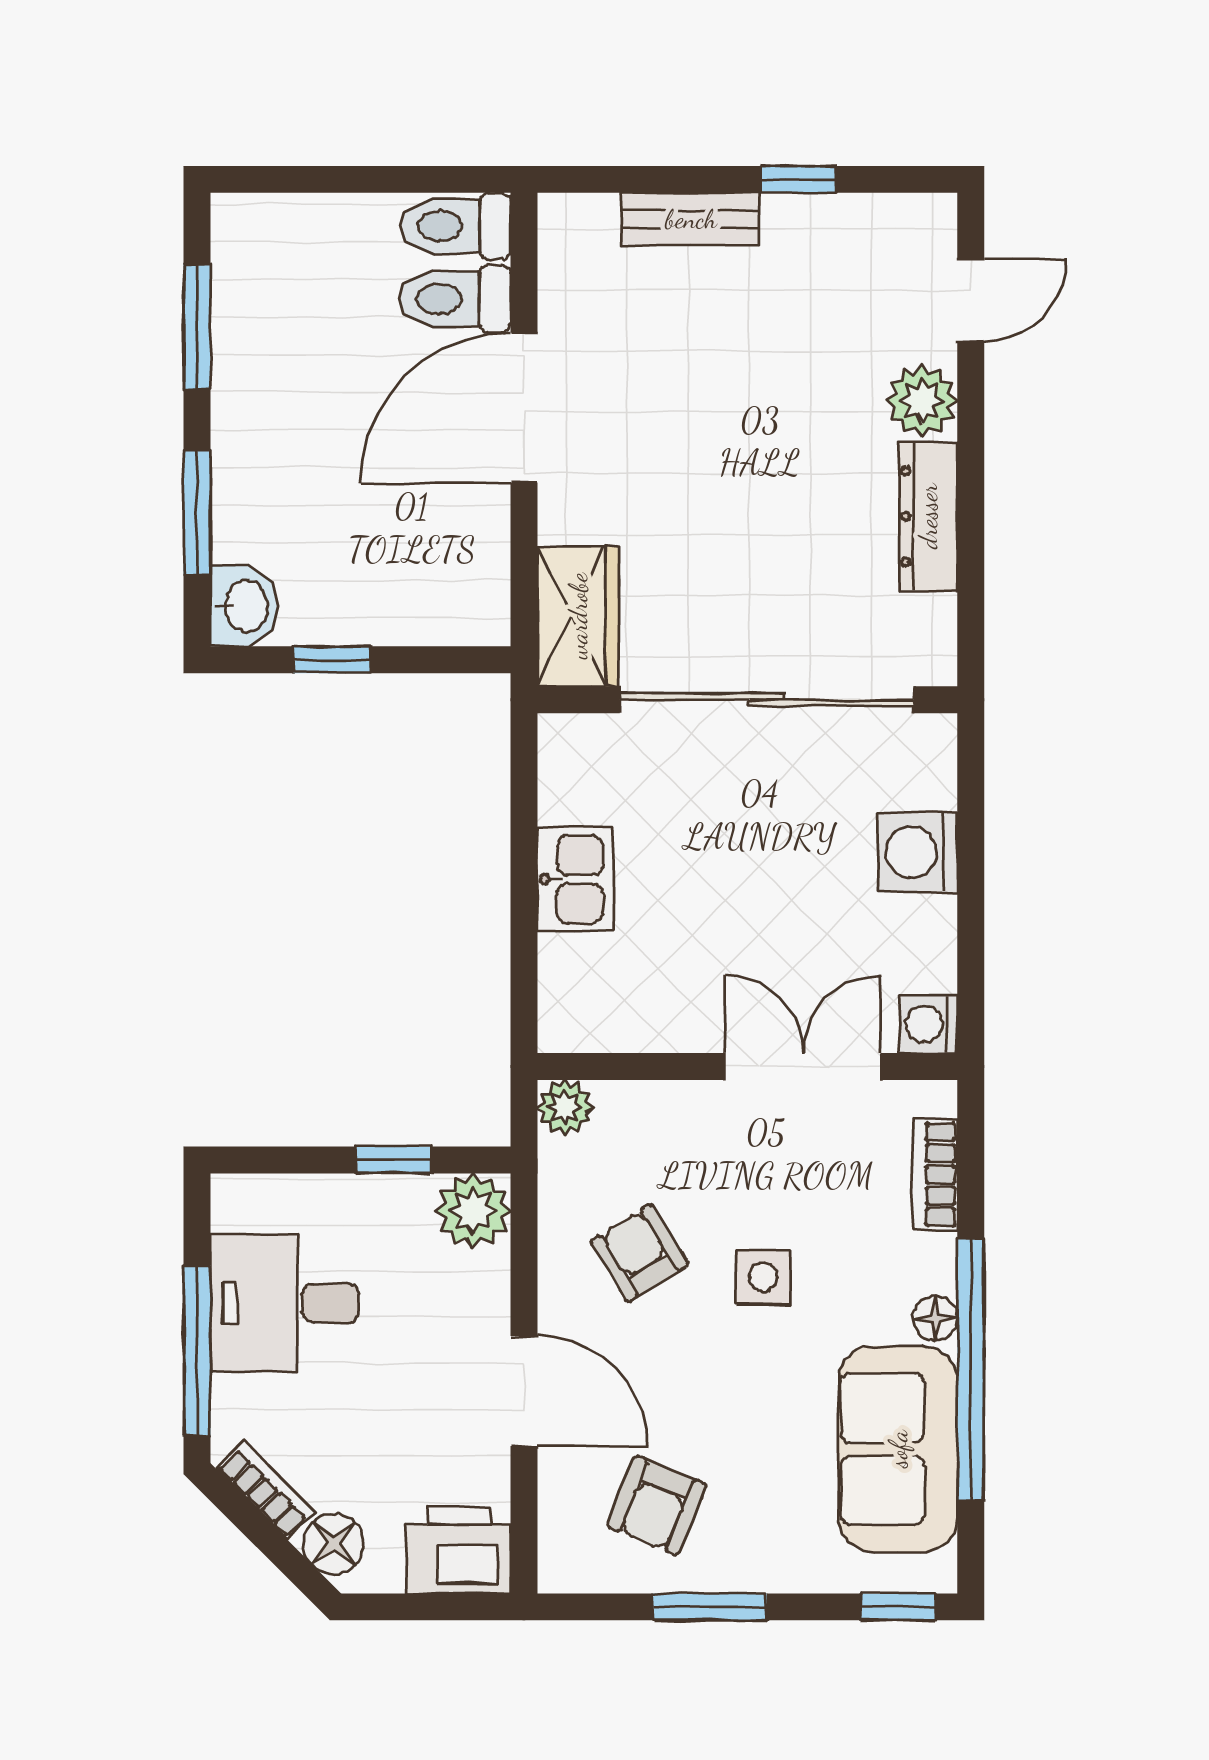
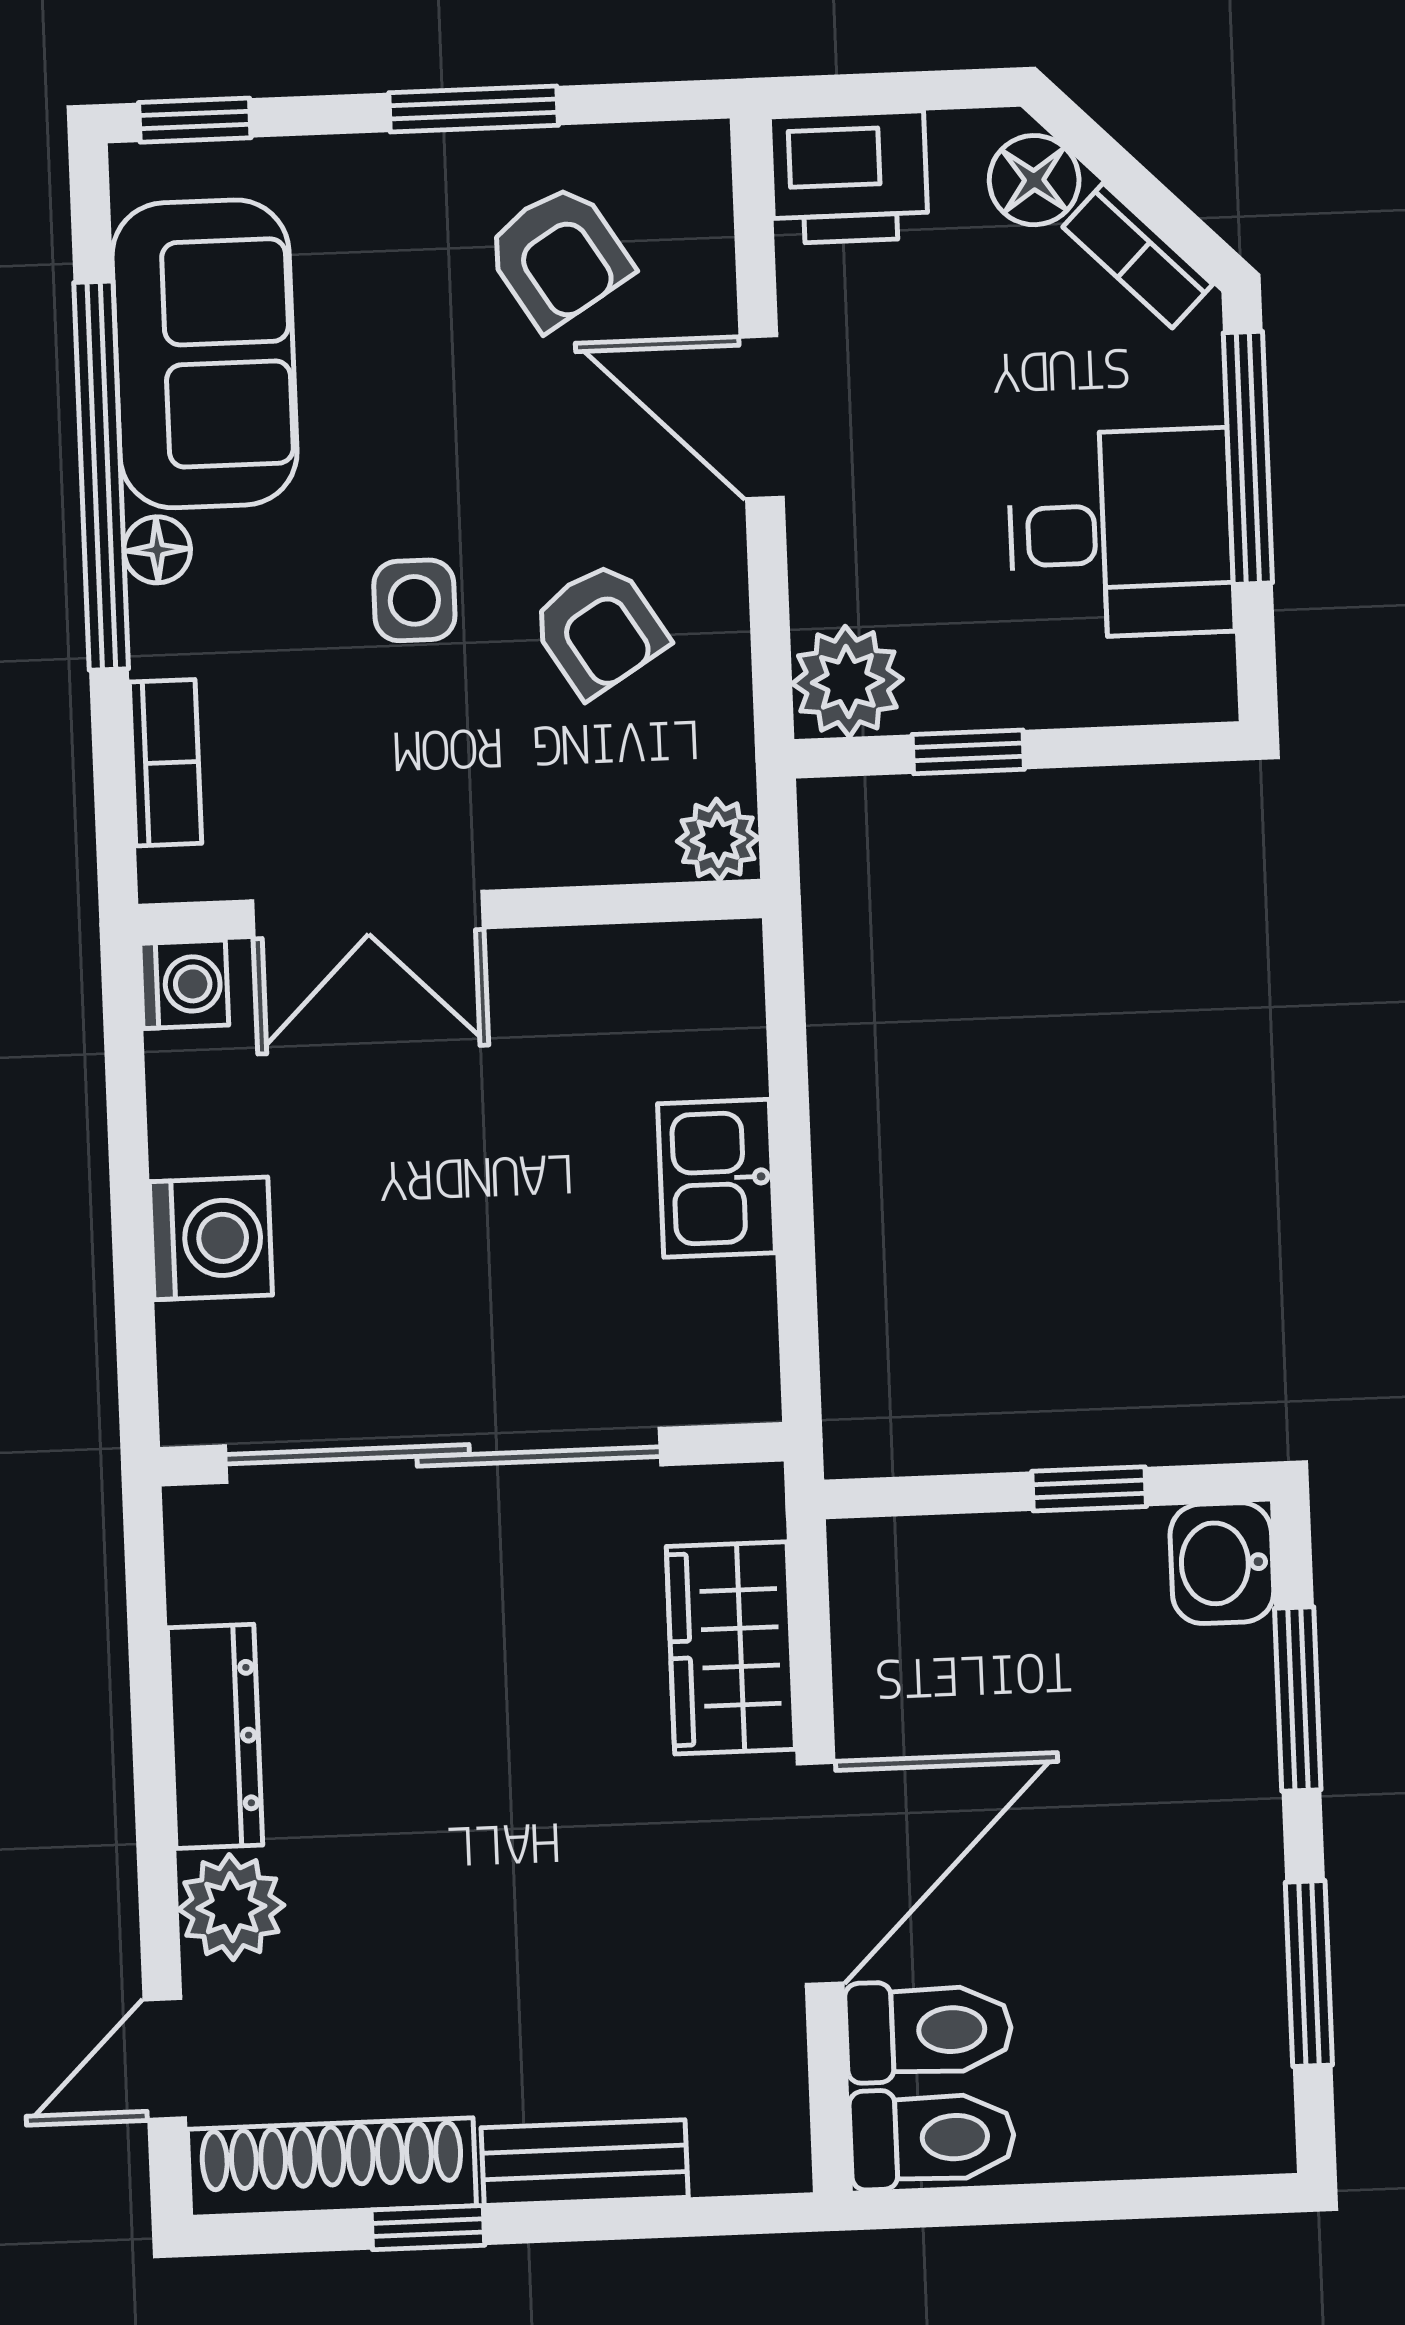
shoe rack: (861, 223) -> (332, 2168), added
wardrobe: (578, 616) -> (731, 1648), moved
armchair: (657, 1505) -> (558, 256), turned 126

